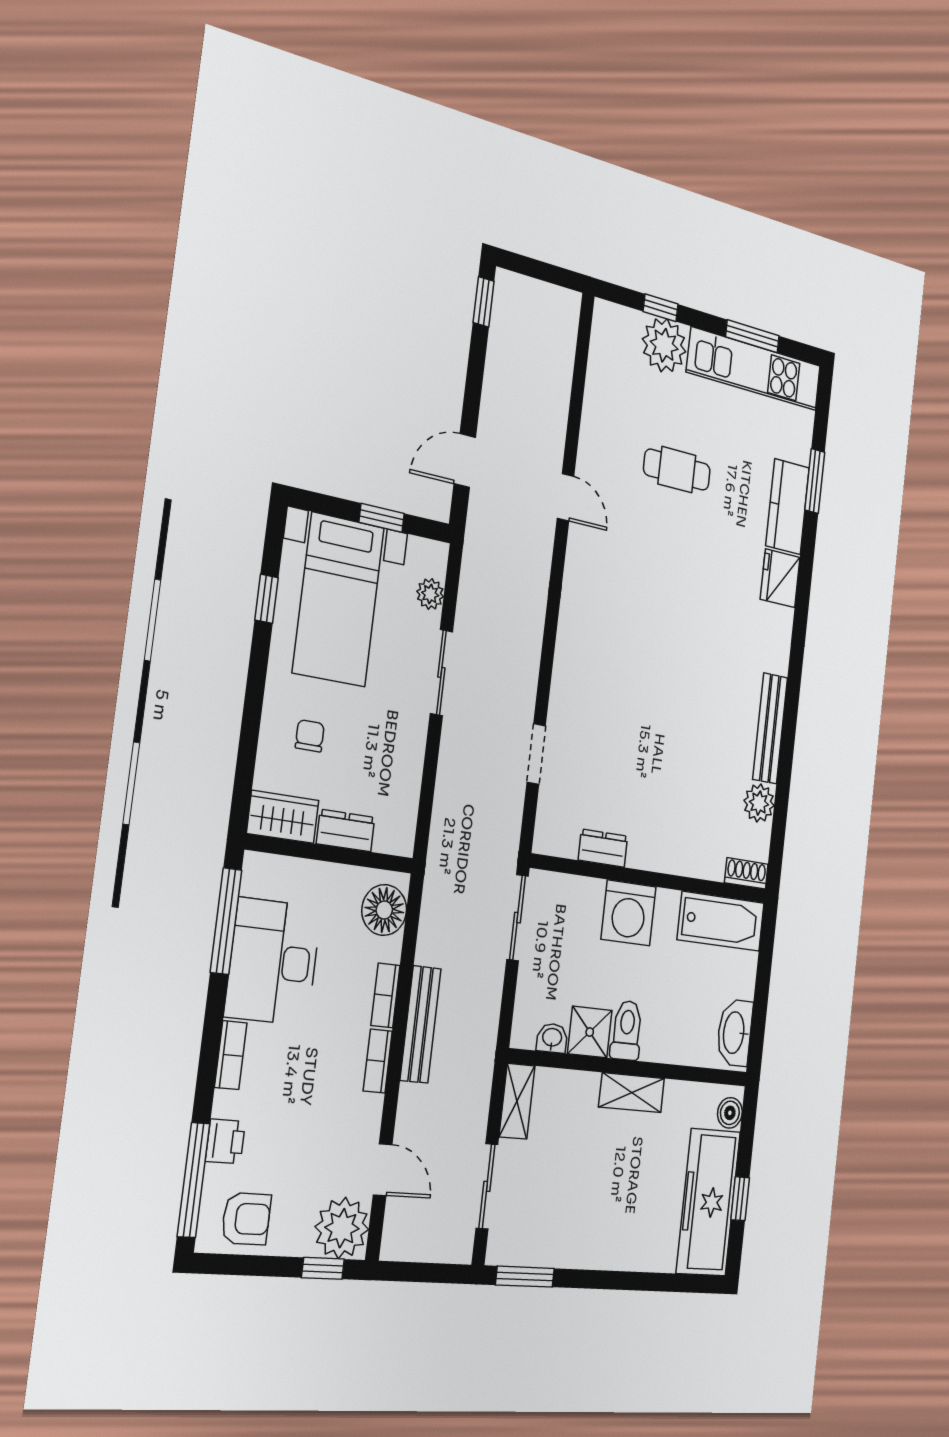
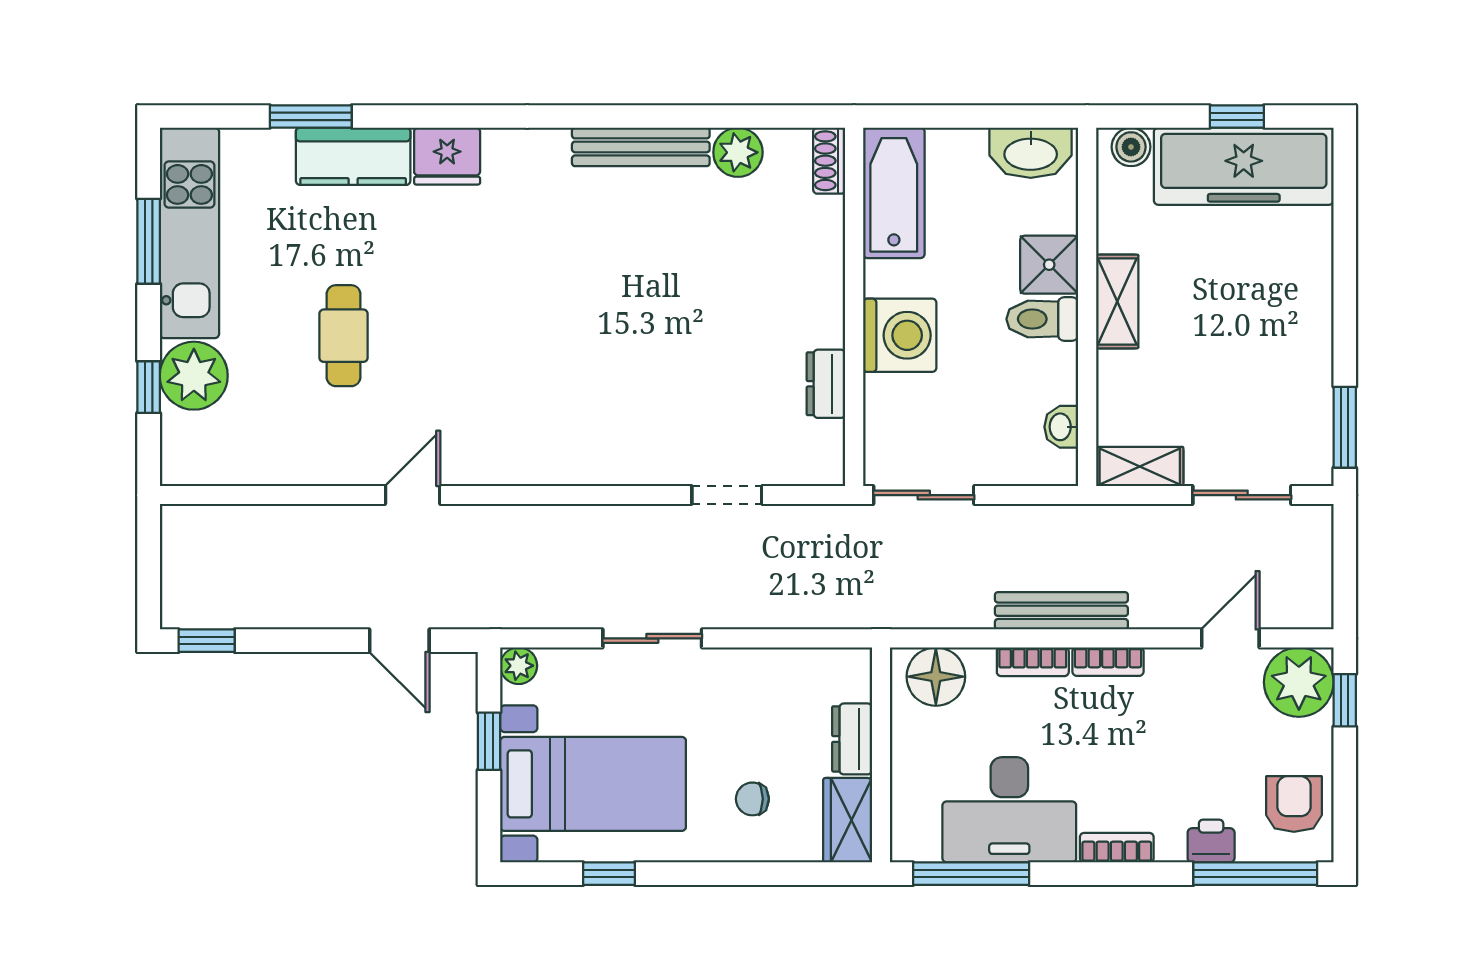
plant: (430, 594) -> (519, 666), moved
shower: (590, 1032) -> (1049, 265), moved

